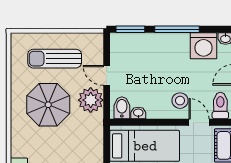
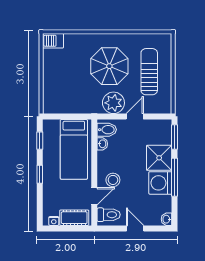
washing machine: (204, 46) -> (160, 183), moved
shower: (154, 47) -> (159, 158), added

